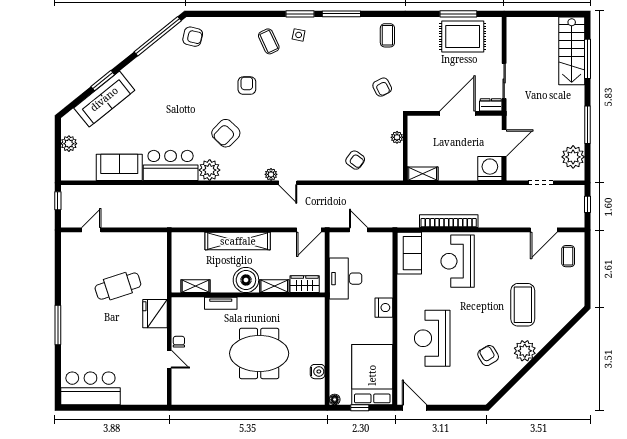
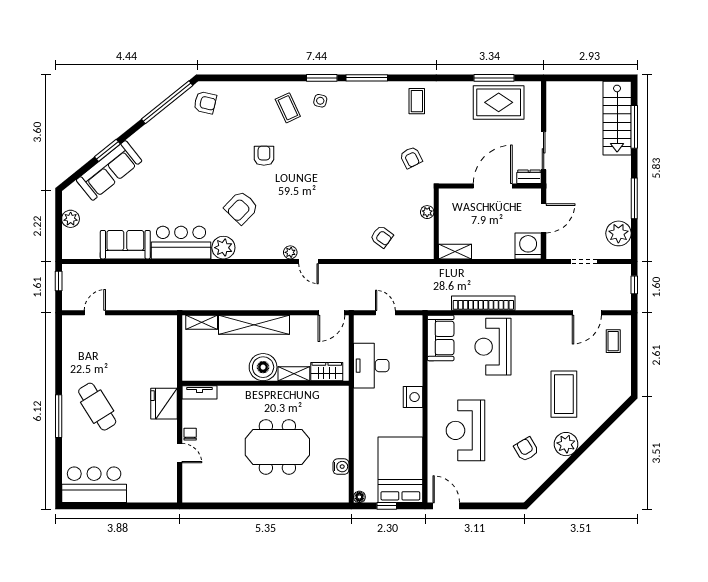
cafe table: (118, 286) -> (97, 407), moved, turned 76
shelving: (196, 286) -> (202, 322), moved
tv unit: (221, 303) -> (199, 392), moved

